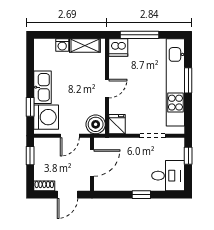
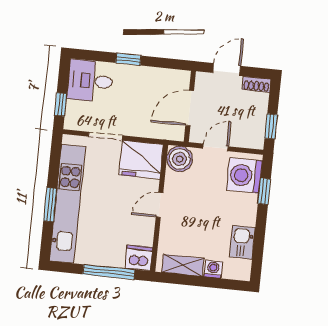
kitchen sink: (43, 87) -> (242, 242), moved, width x0.73
fridge: (117, 124) -> (141, 160), width x1.88, depth x1.34

